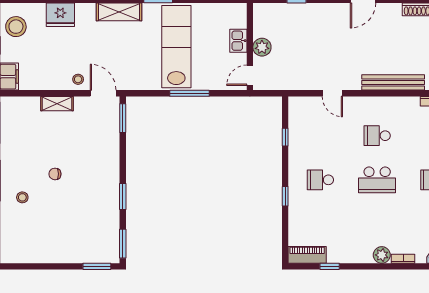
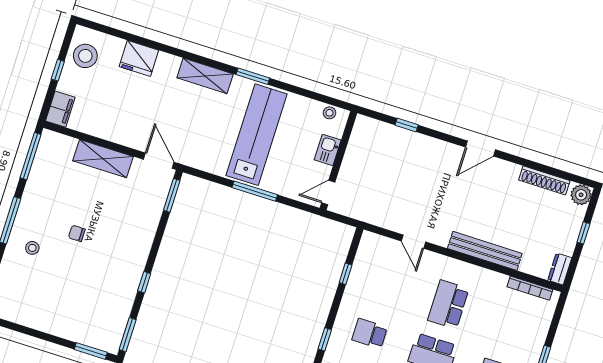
plant: (262, 47) -> (352, 165), removed
stool: (78, 79) -> (329, 113), moved
shelving: (57, 104) -> (103, 159), width x1.50, depth x1.33
school desk: (377, 136) -> (448, 304), width x1.85
window: (123, 196) -> (144, 282), width x0.67

